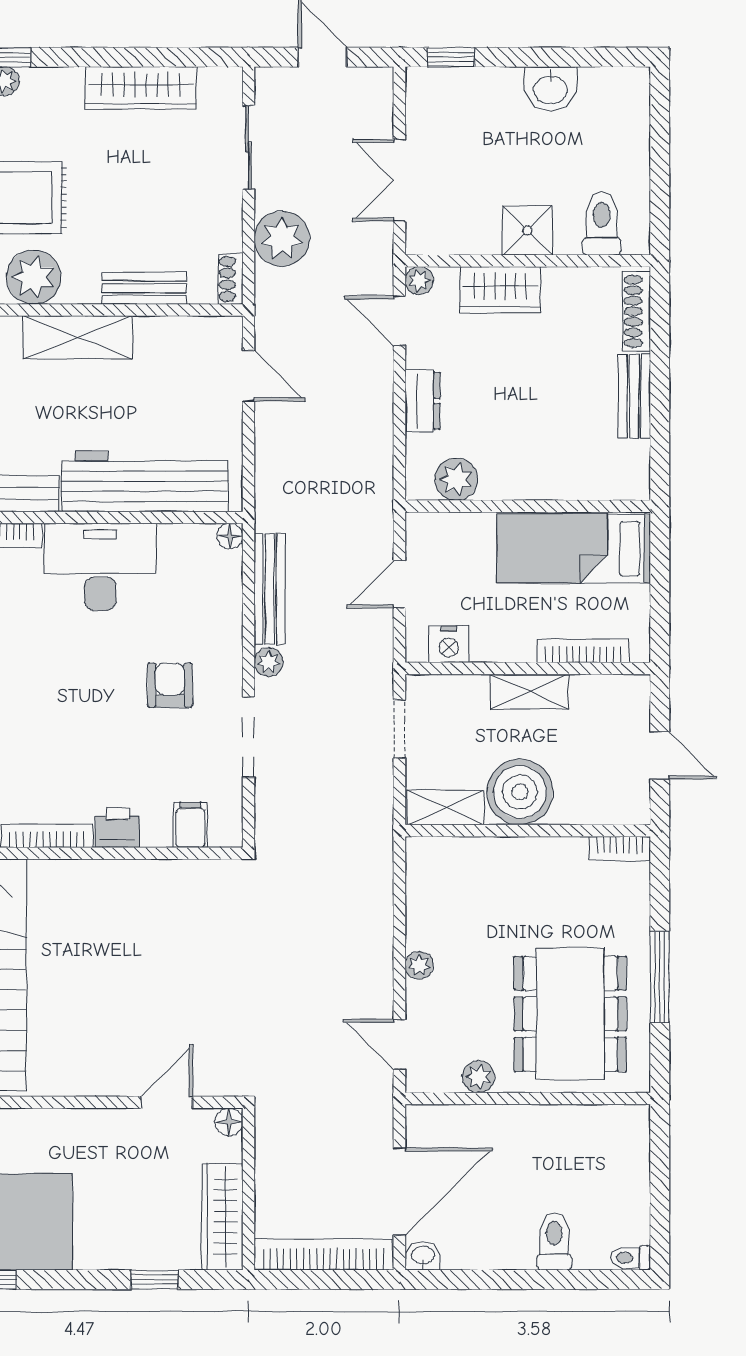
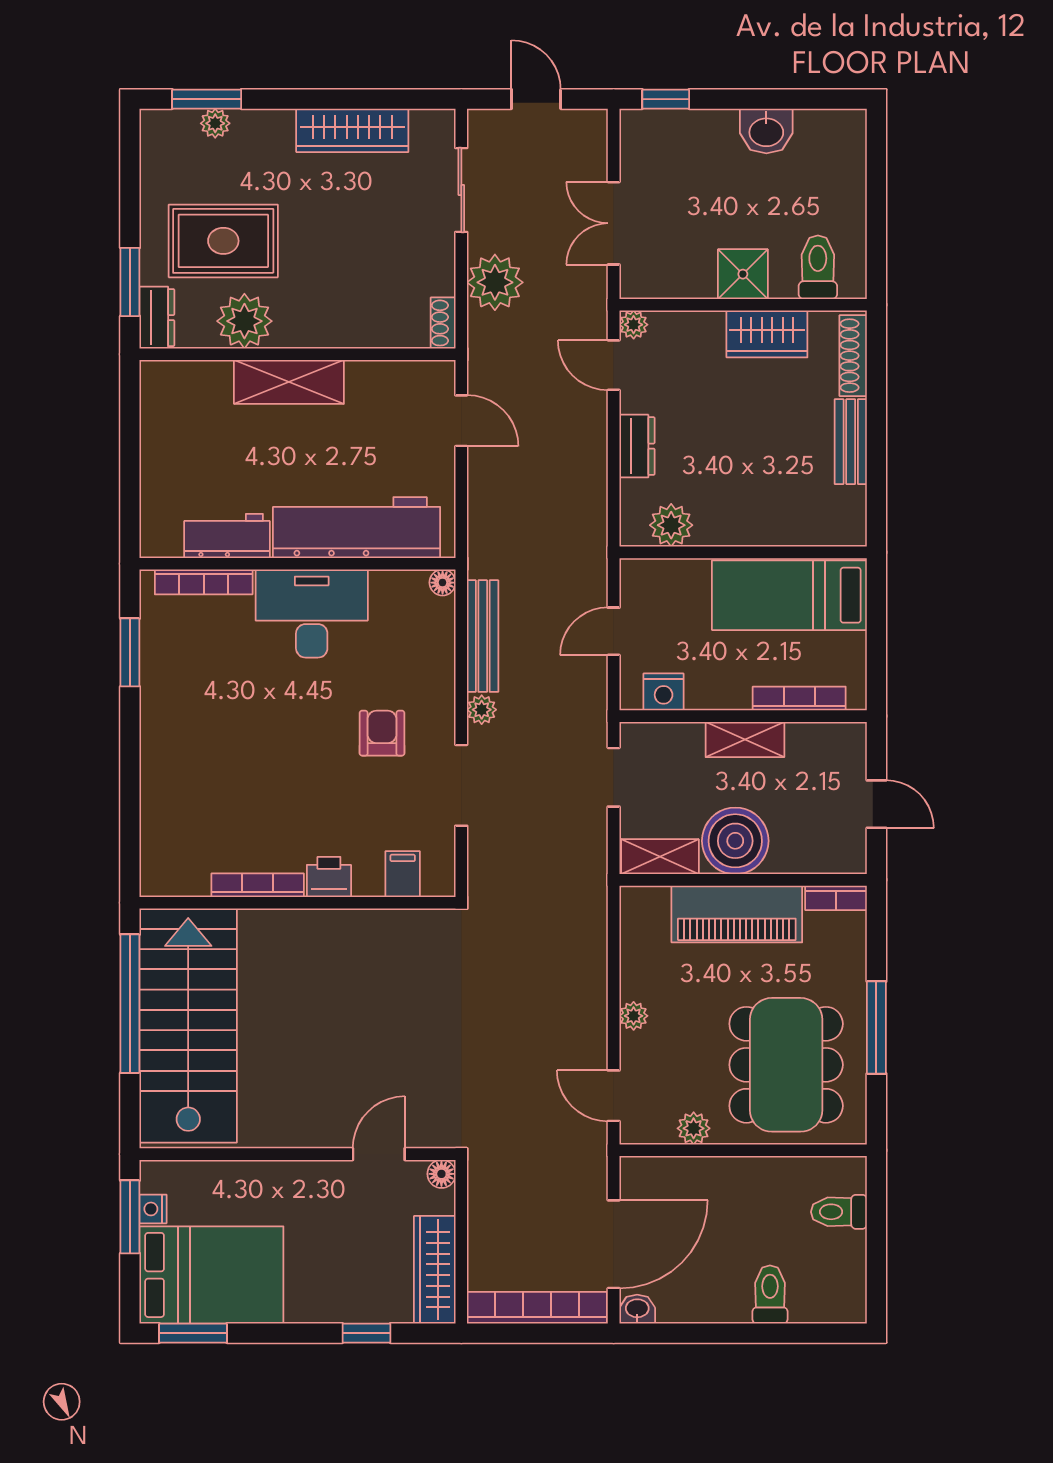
bench: (144, 288) -> (356, 332), removed
wardrobe: (500, 290) -> (767, 334), moved
piano: (521, 864) -> (737, 914), added
toilet: (630, 1258) -> (839, 1212), moved, width x1.37, depth x1.39

